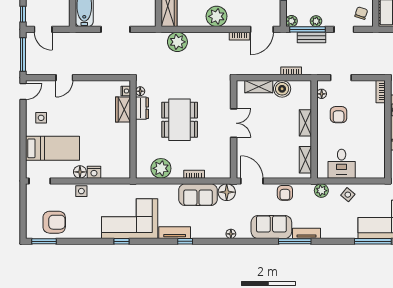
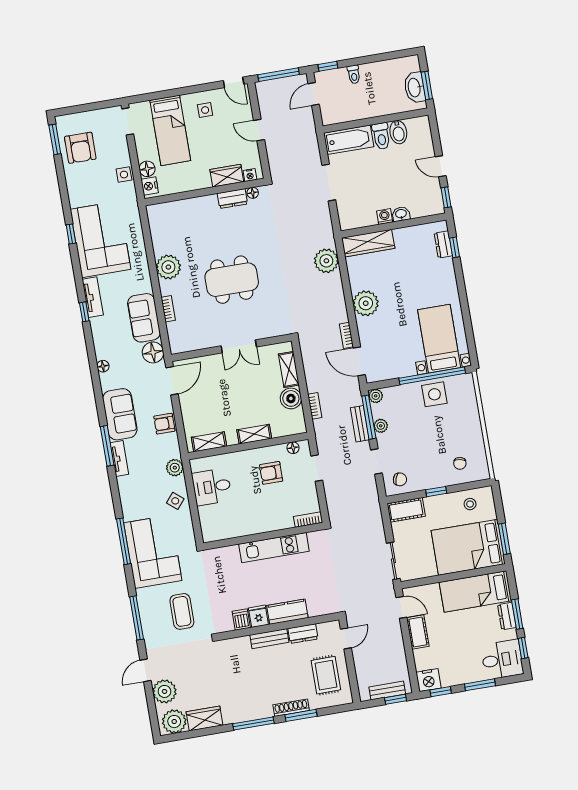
nightstand: (126, 91) -> (250, 175), moved
floor lamp: (140, 91) -> (253, 193), moved
dresser: (142, 108) -> (232, 199), moved
wardrobe: (123, 109) -> (227, 176), moved
wall: (133, 129) -> (205, 192), moved

